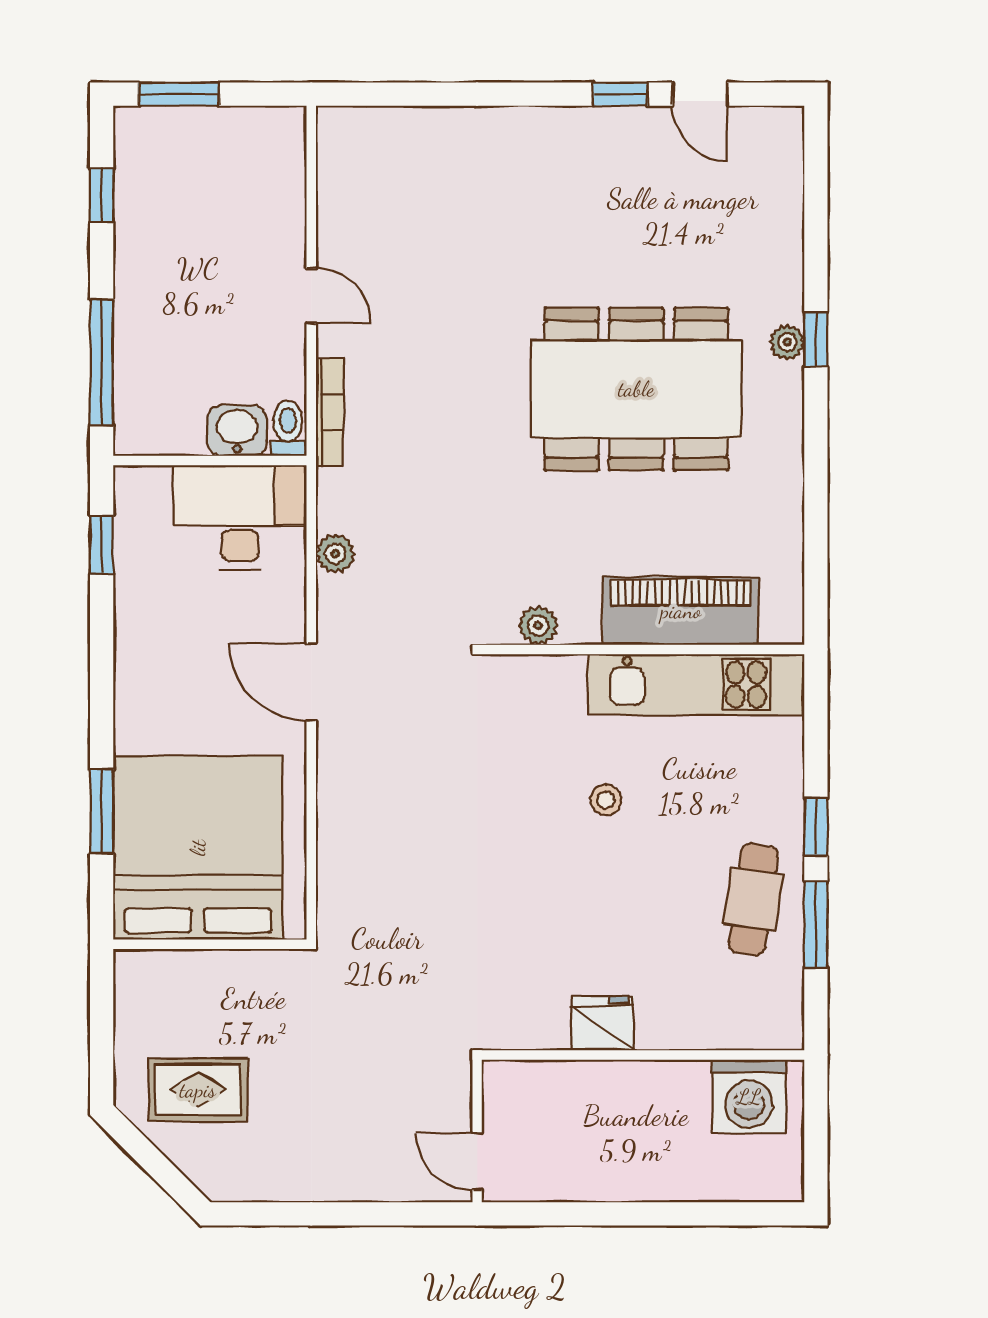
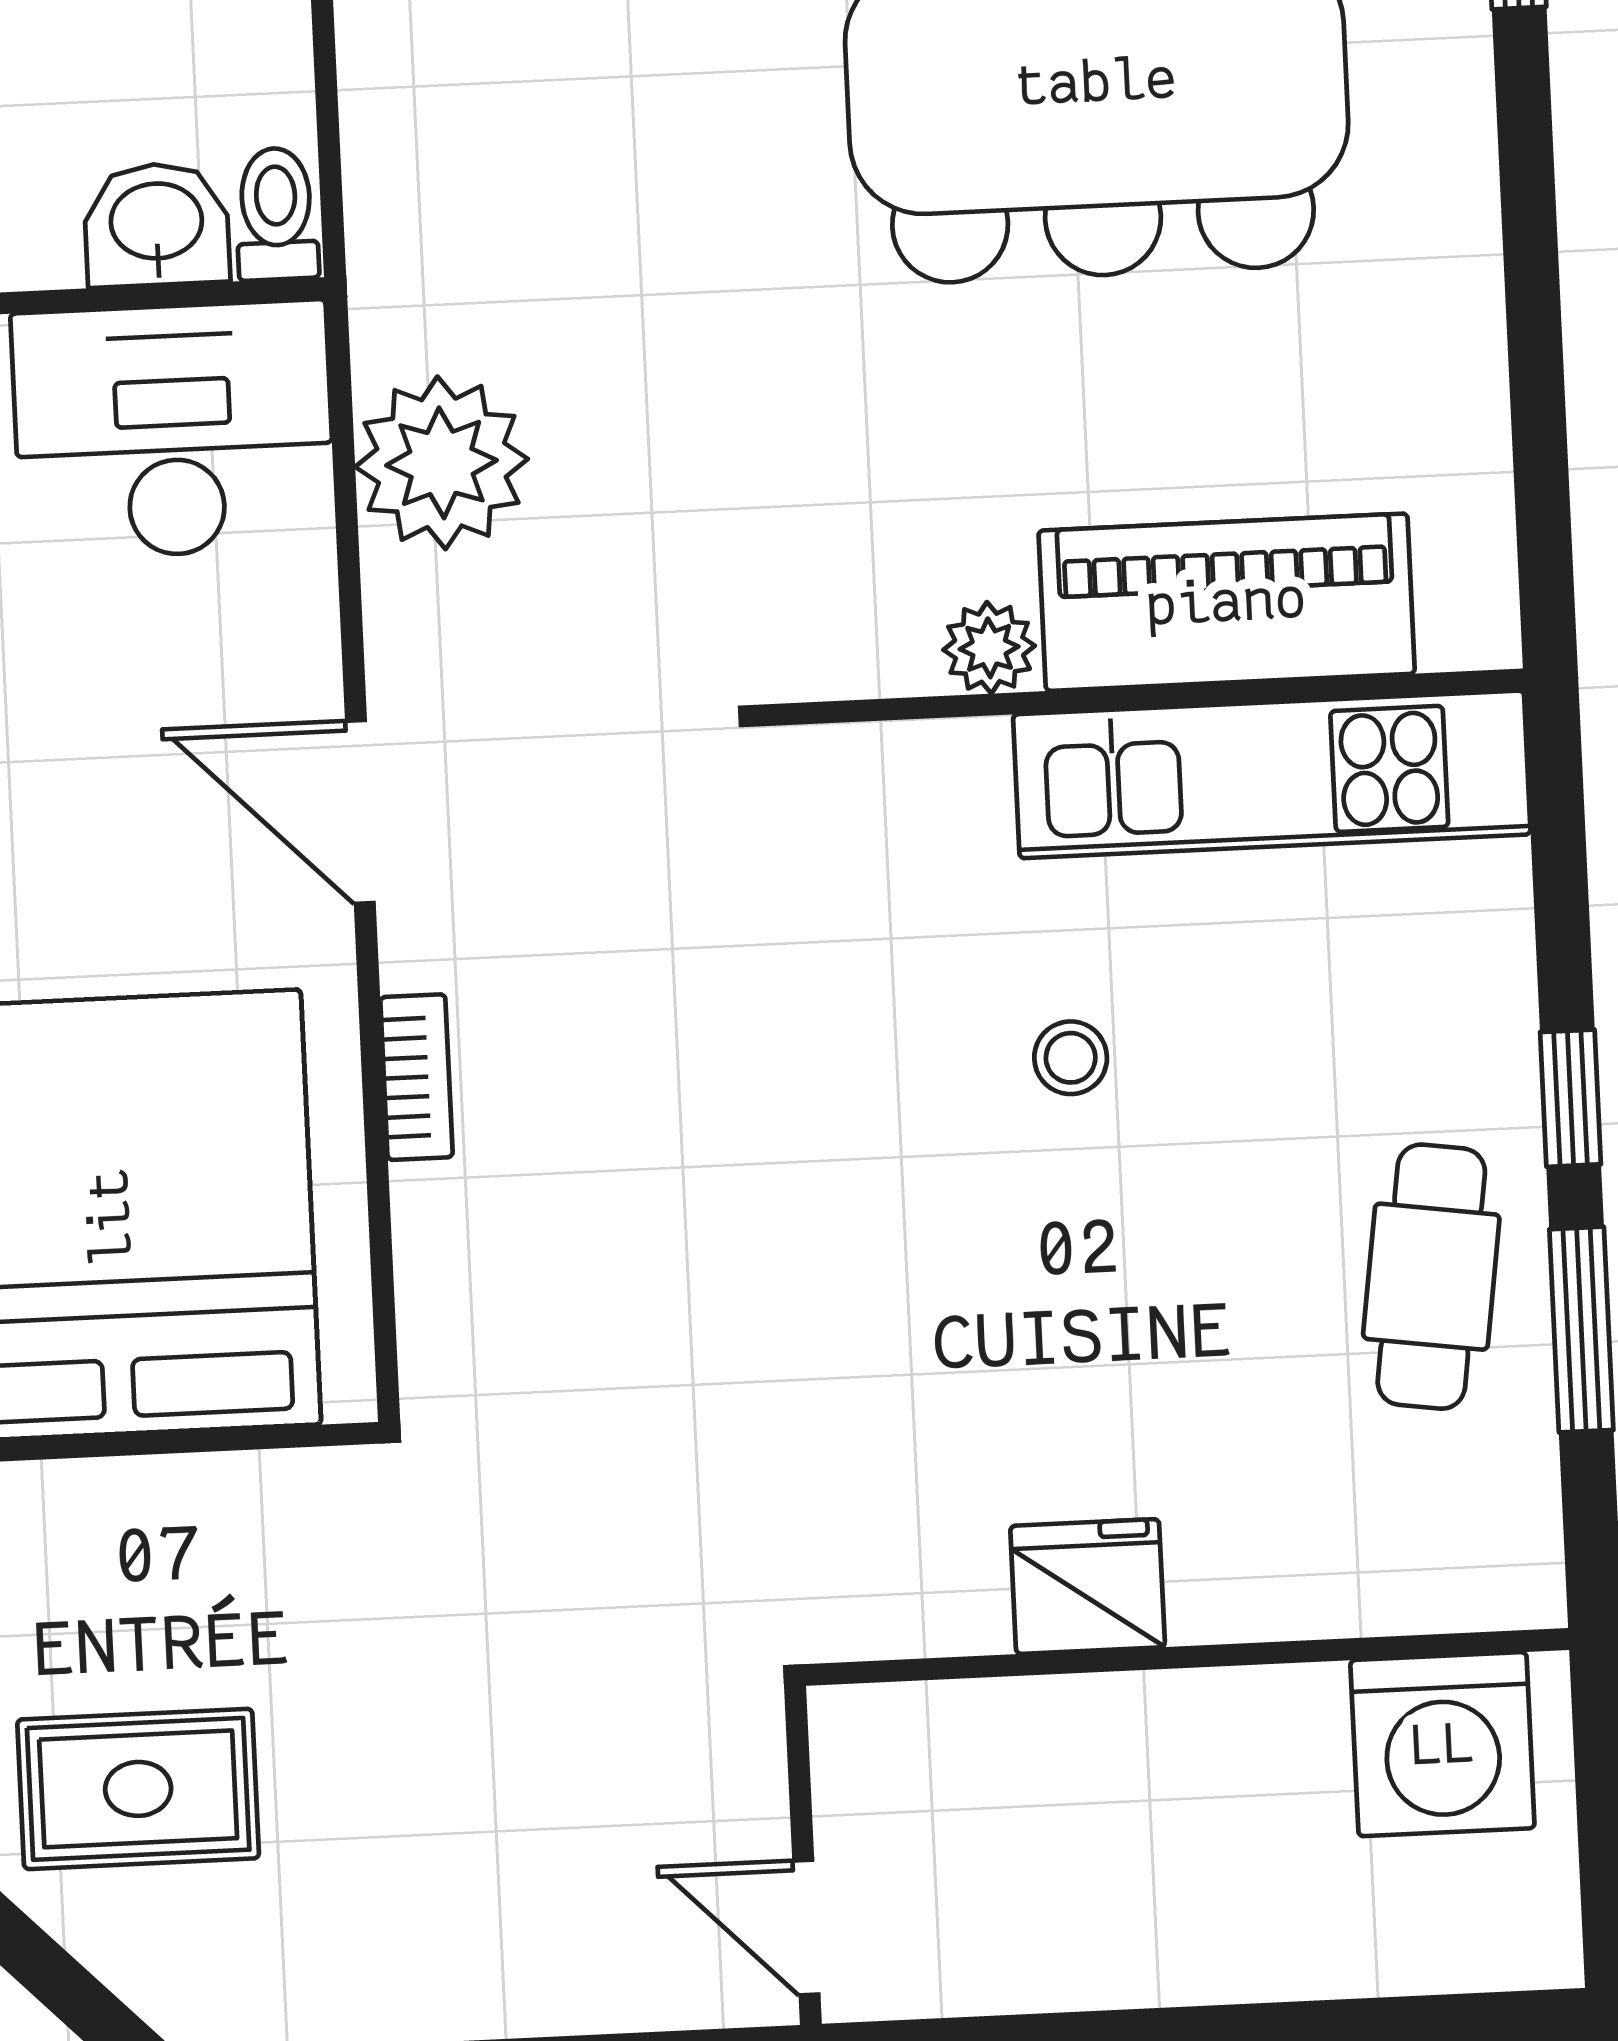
bookcase: (330, 412) -> (416, 1077), moved, width x0.64
plant: (335, 554) -> (442, 463), width x1.88, depth x1.88
plant: (538, 625) -> (989, 648), moved

